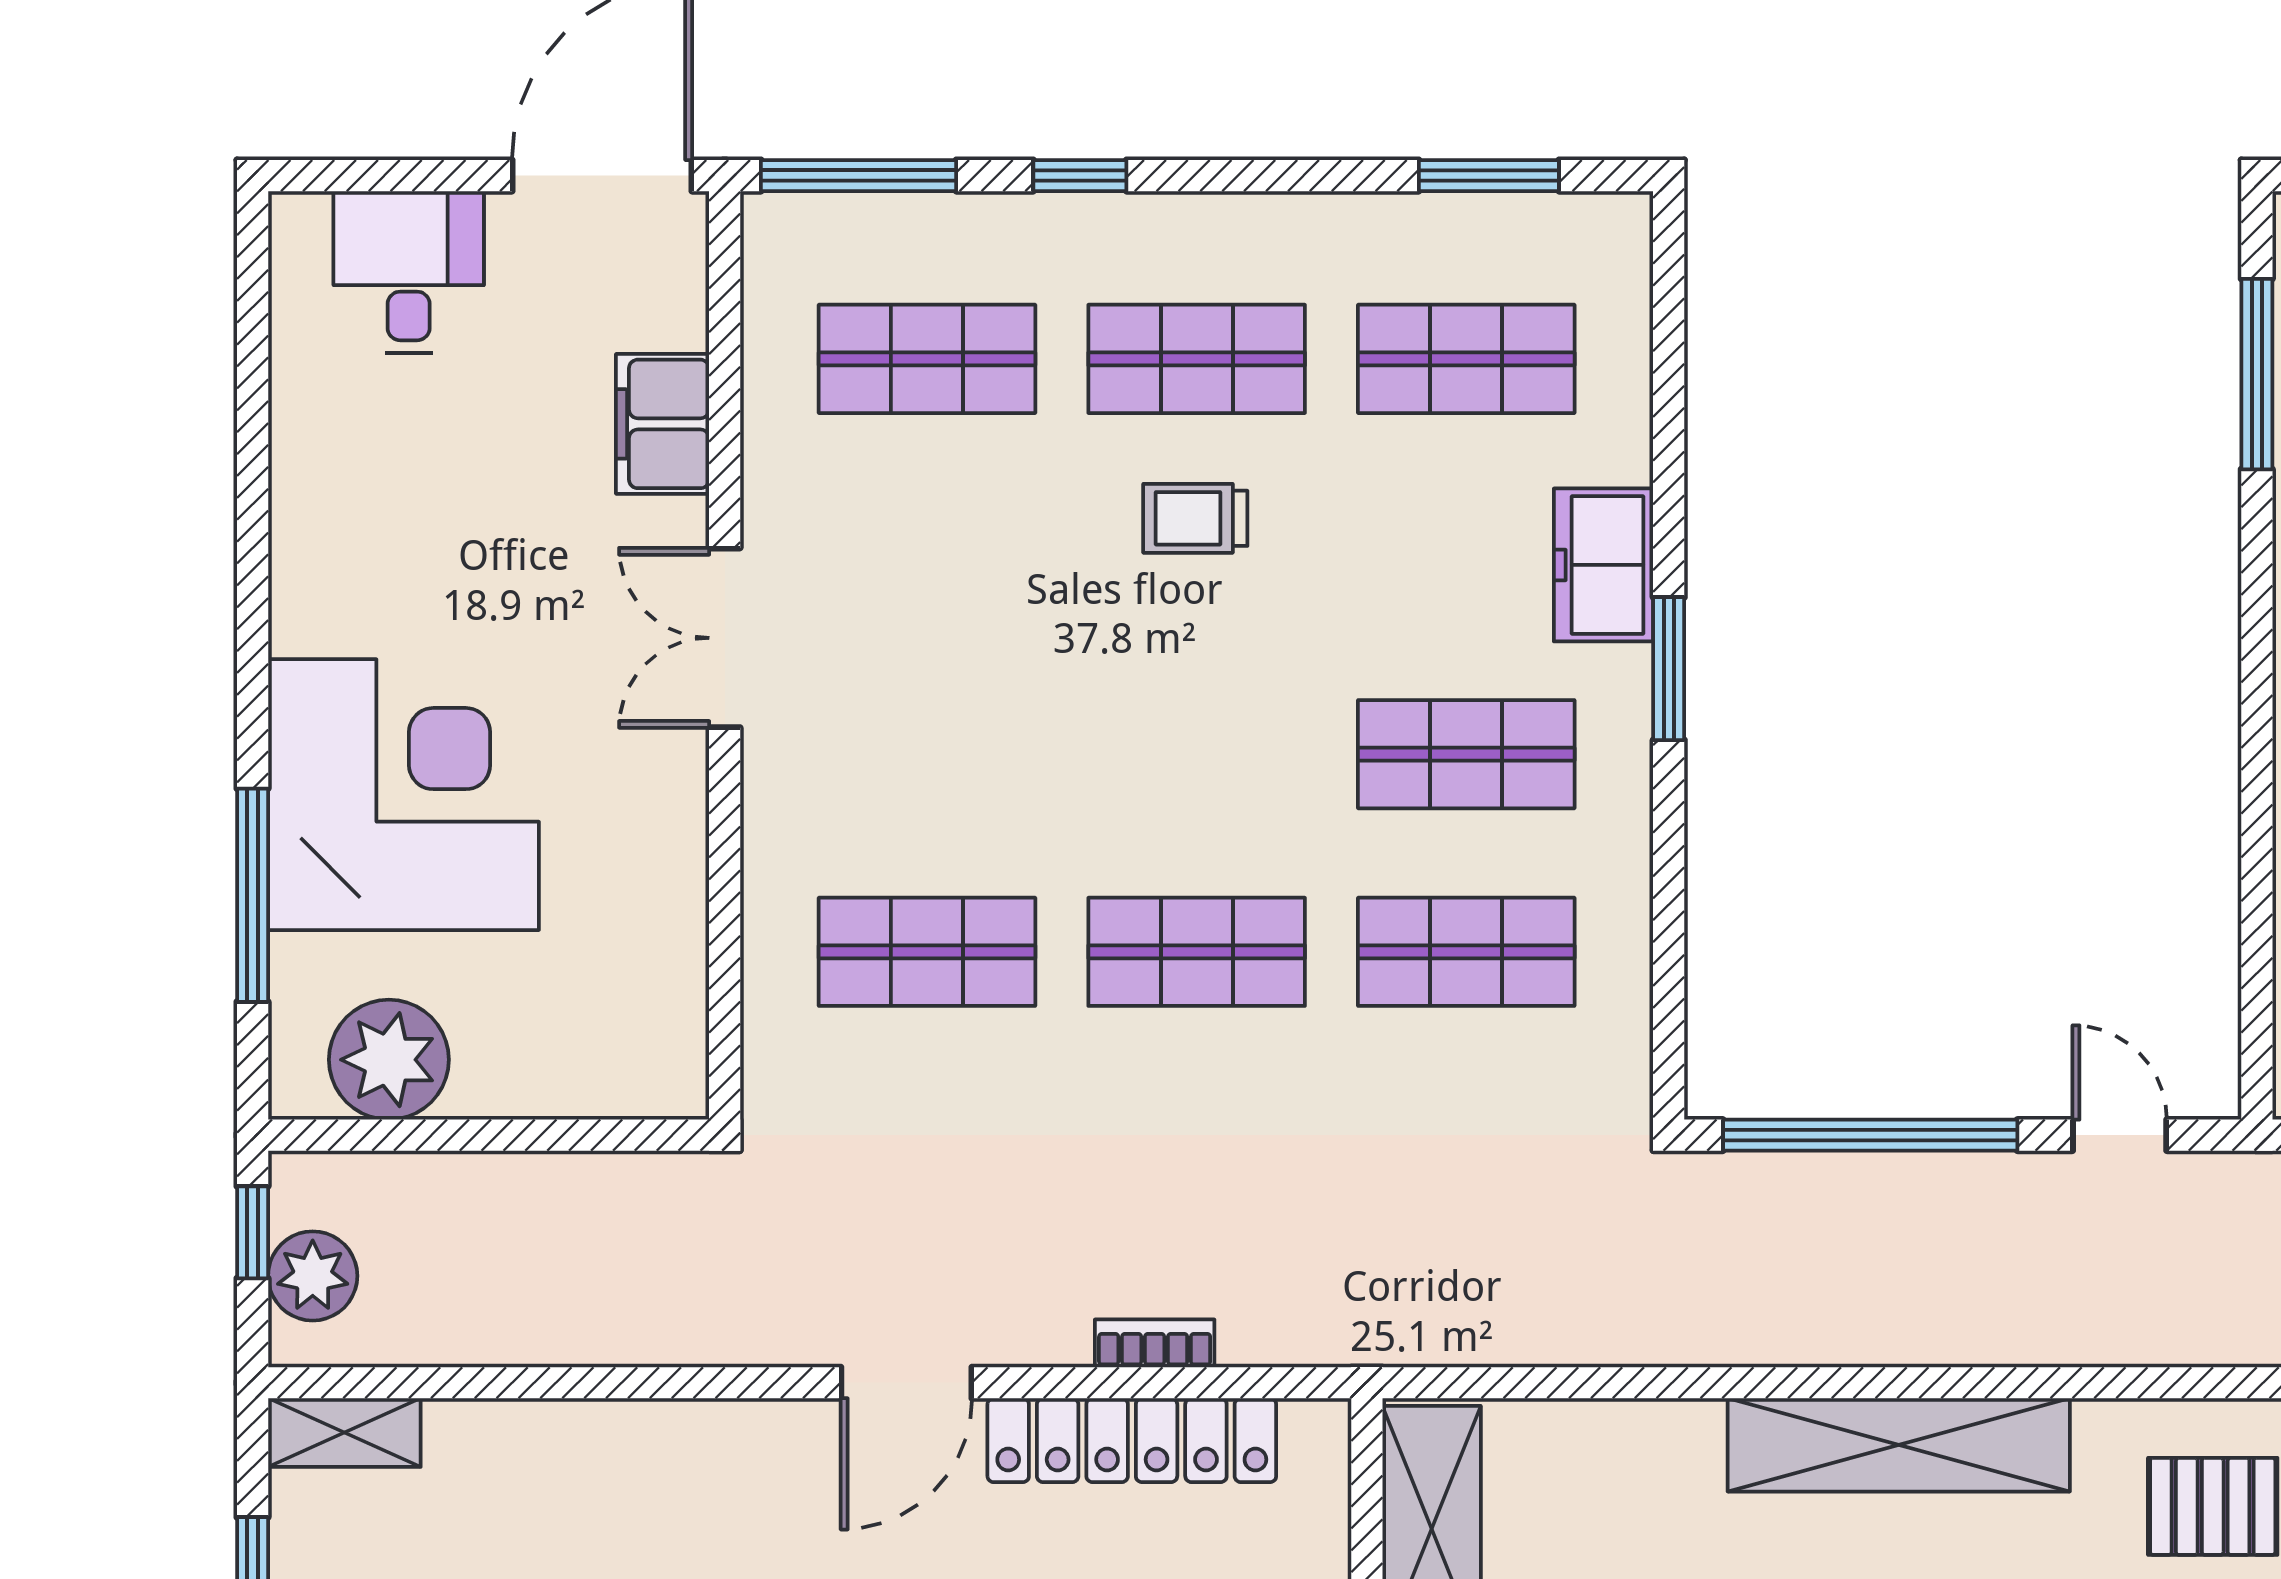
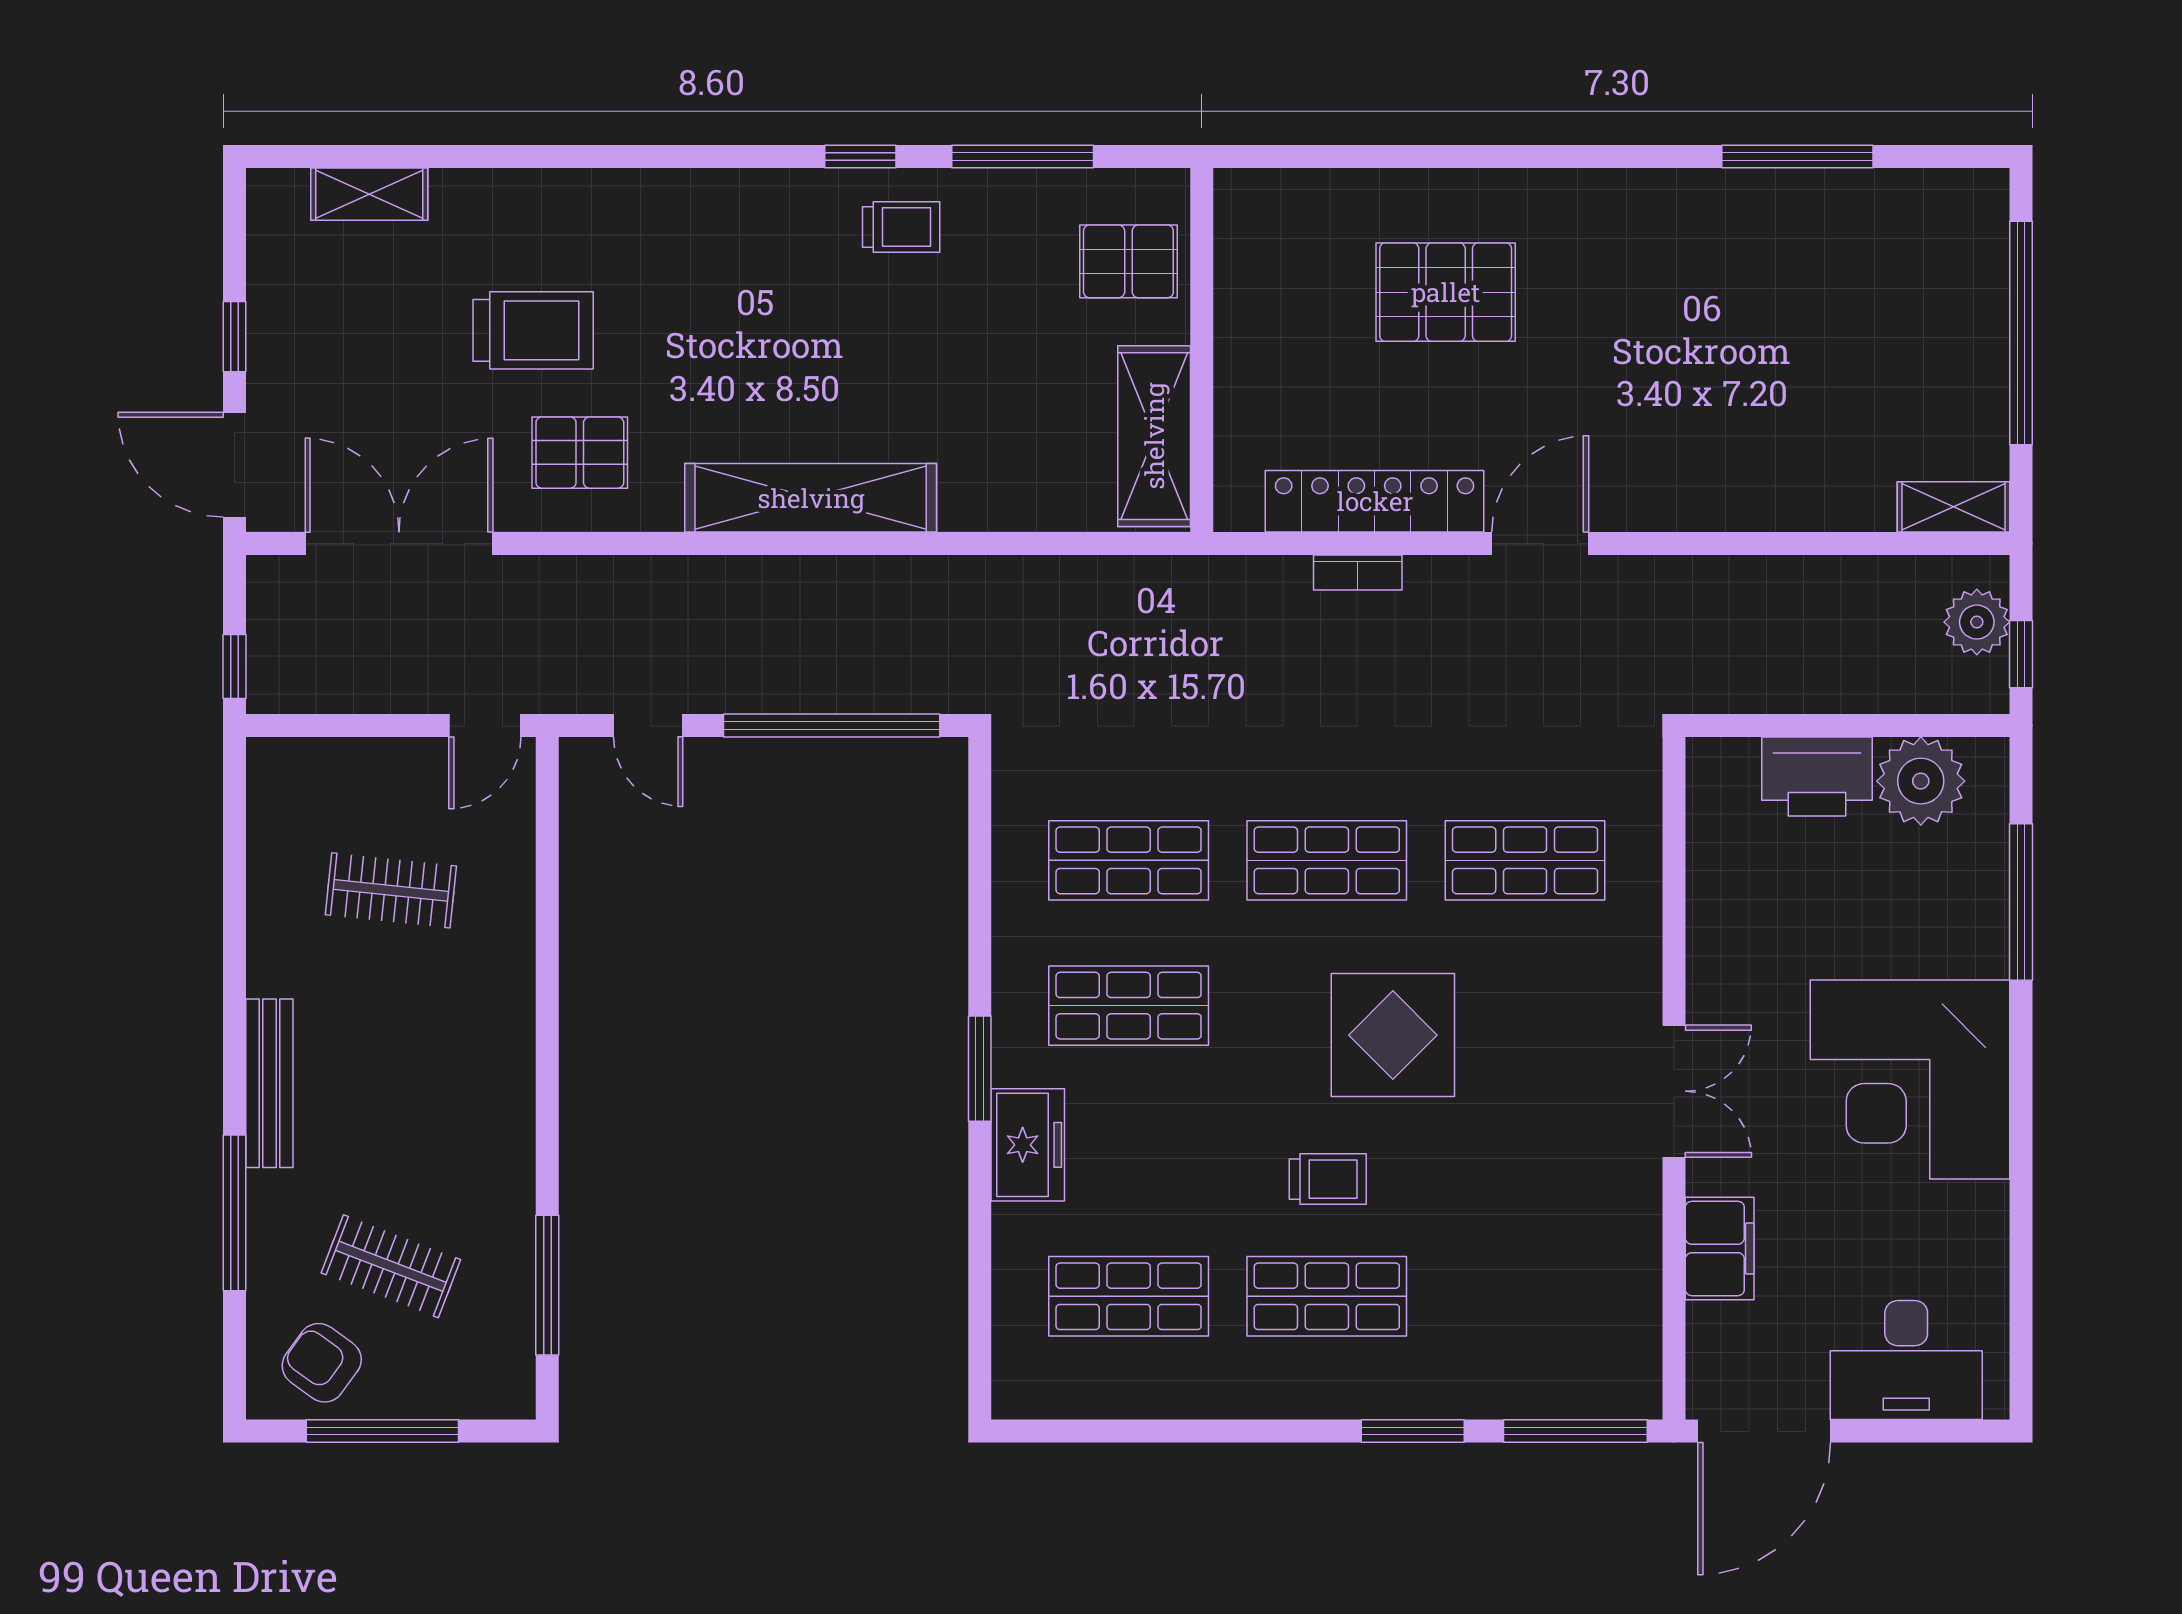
window: (1080, 176) -> (1413, 1431), width x1.50
window: (1489, 176) -> (1112, 1431), removed
desk: (409, 272) -> (1906, 1360), width x1.37
shop shelf: (927, 359) -> (1525, 1296), removed
display table: (1107, 714) -> (1393, 1035), added
corner desk: (403, 795) -> (1910, 1079), moved
printer: (530, 1066) -> (1817, 777), added

